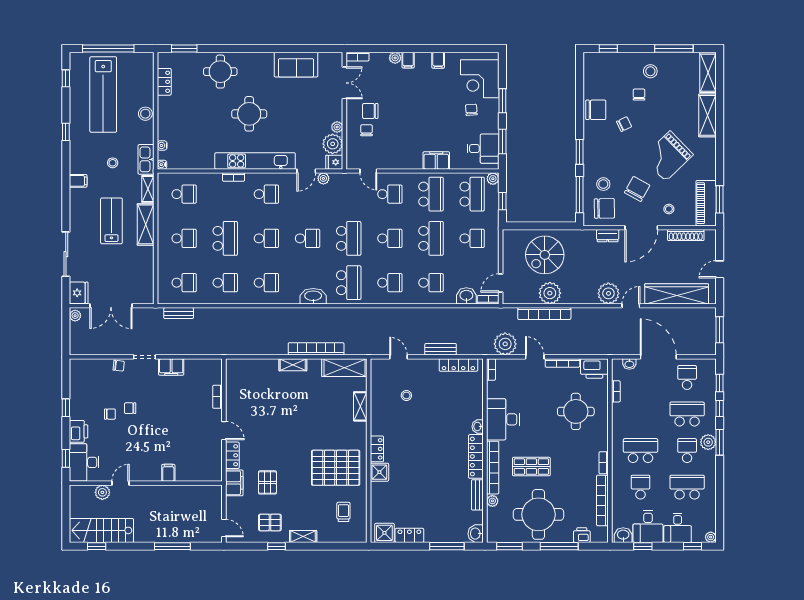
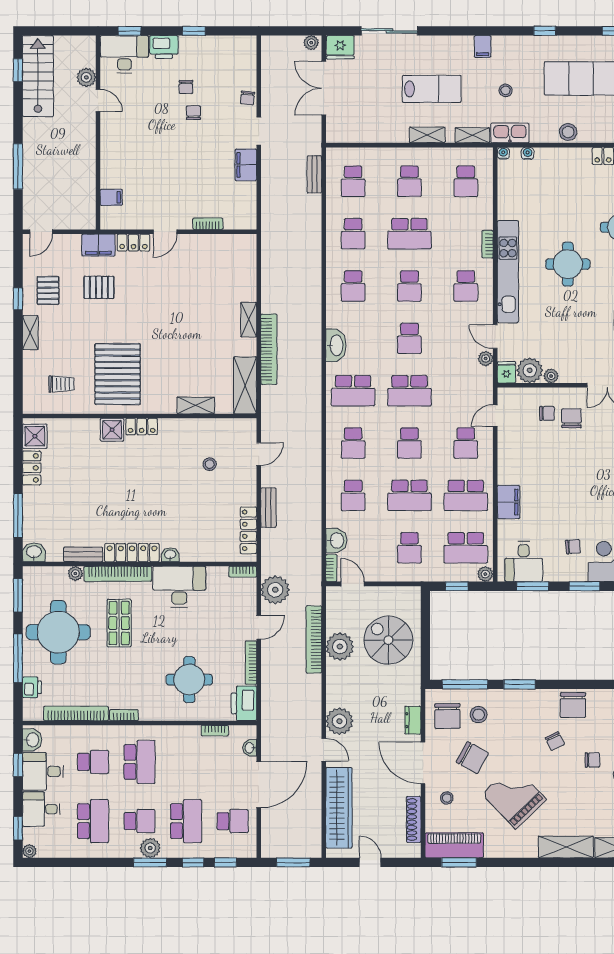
shelving: (146, 224) -> (427, 135), width x0.67, depth x0.75
filing cabinet: (168, 473) -> (111, 197), moved

